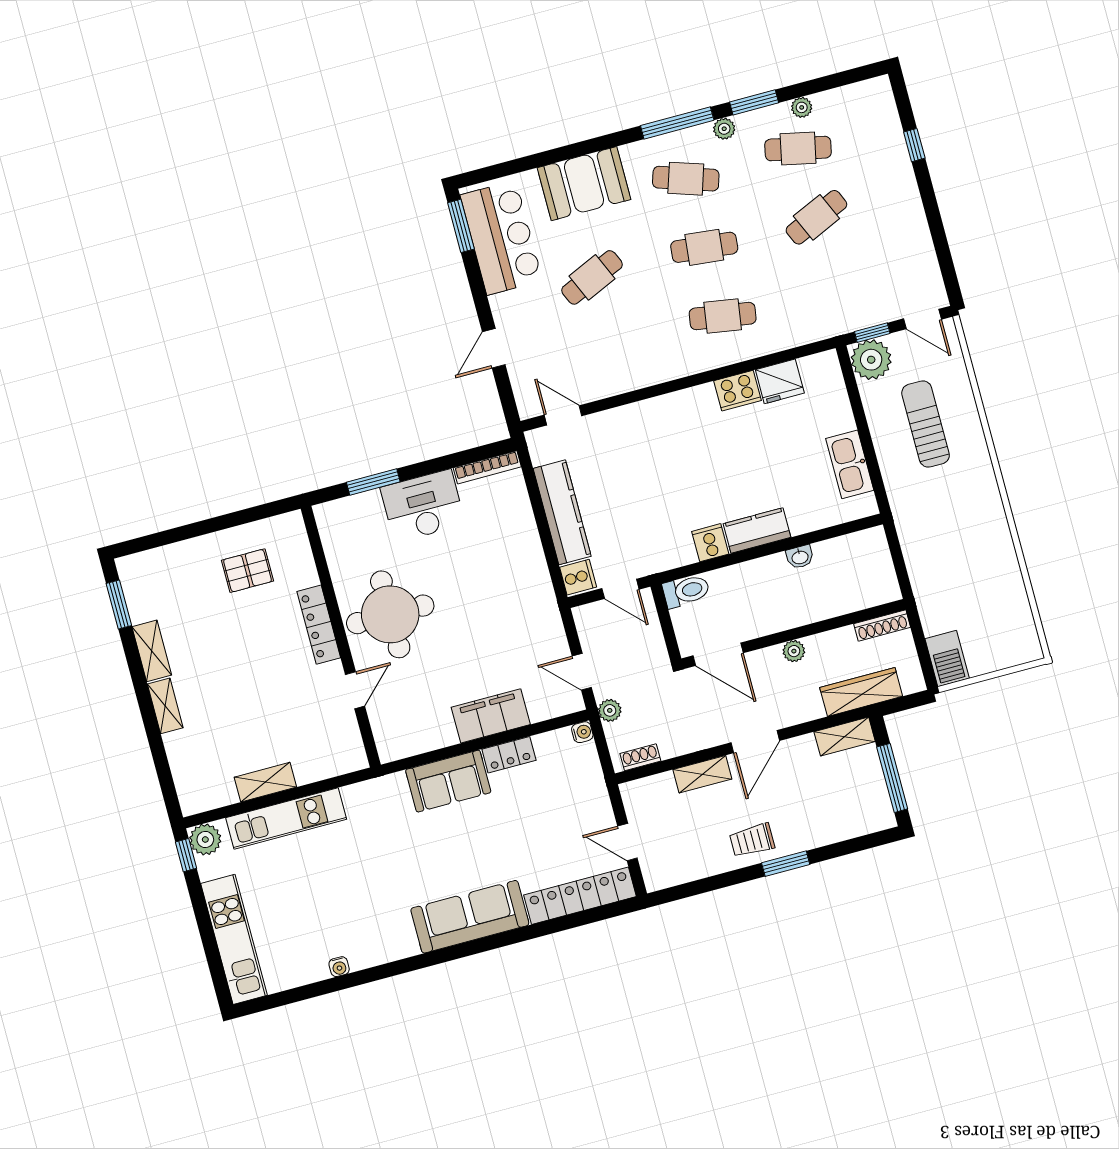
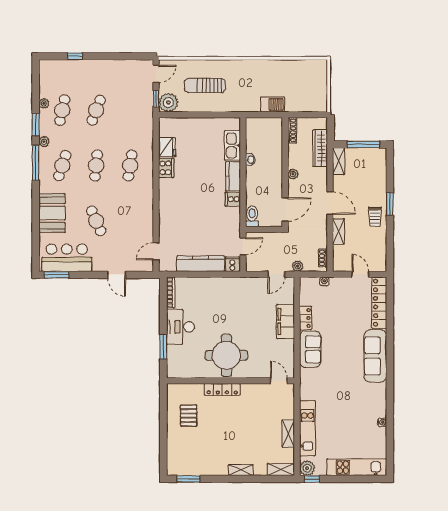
cafe table: (816, 217) -> (96, 110), turned 45
kitchen sink: (850, 464) -> (232, 145), moved, turned 90
shelving: (152, 651) -> (281, 470), moved
barbecue: (947, 659) -> (273, 104), moved
door: (355, 690) -> (279, 381), moved
water cooler: (582, 732) -> (324, 281), moved
door: (627, 842) -> (360, 274), swing flipped

